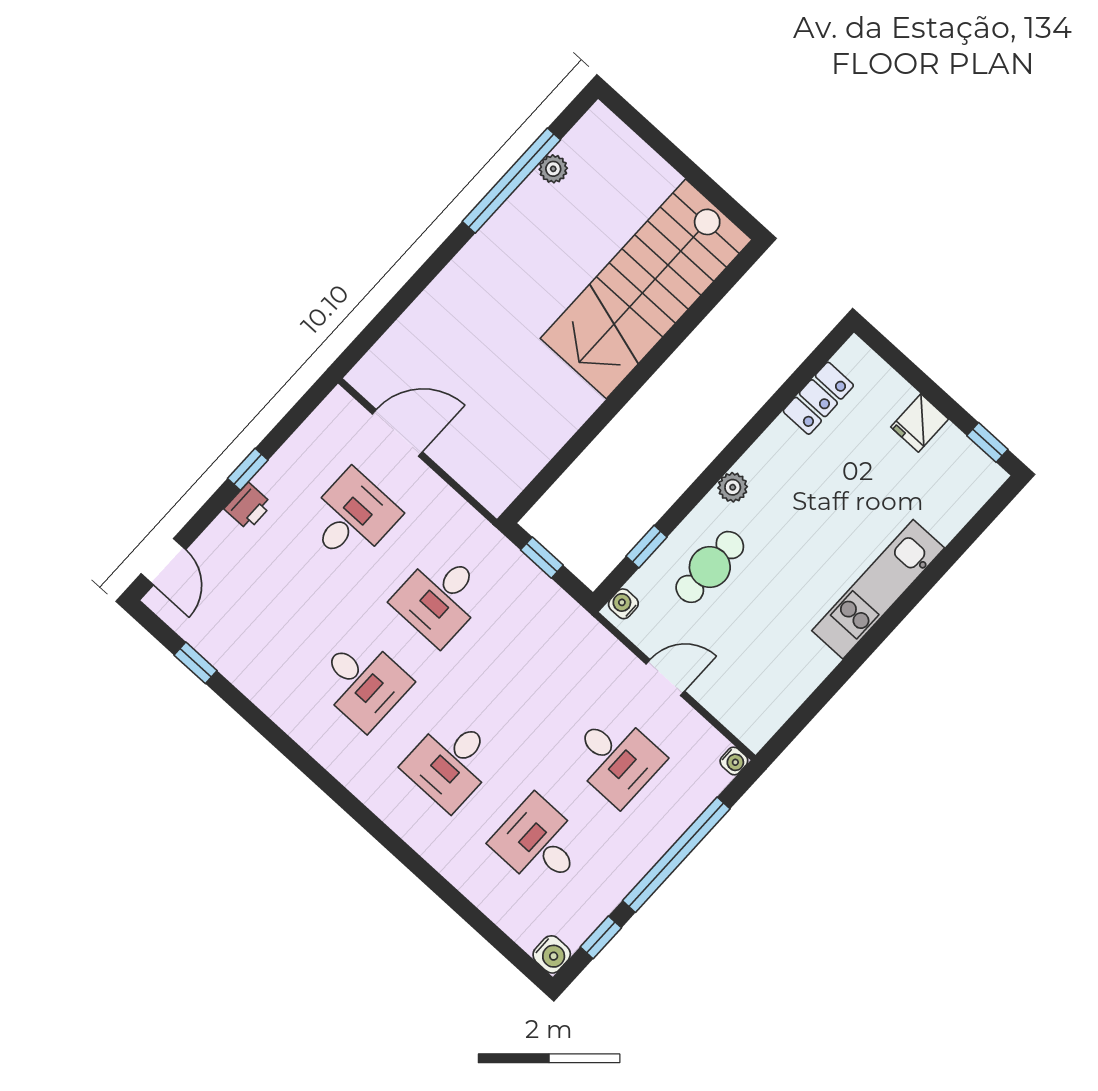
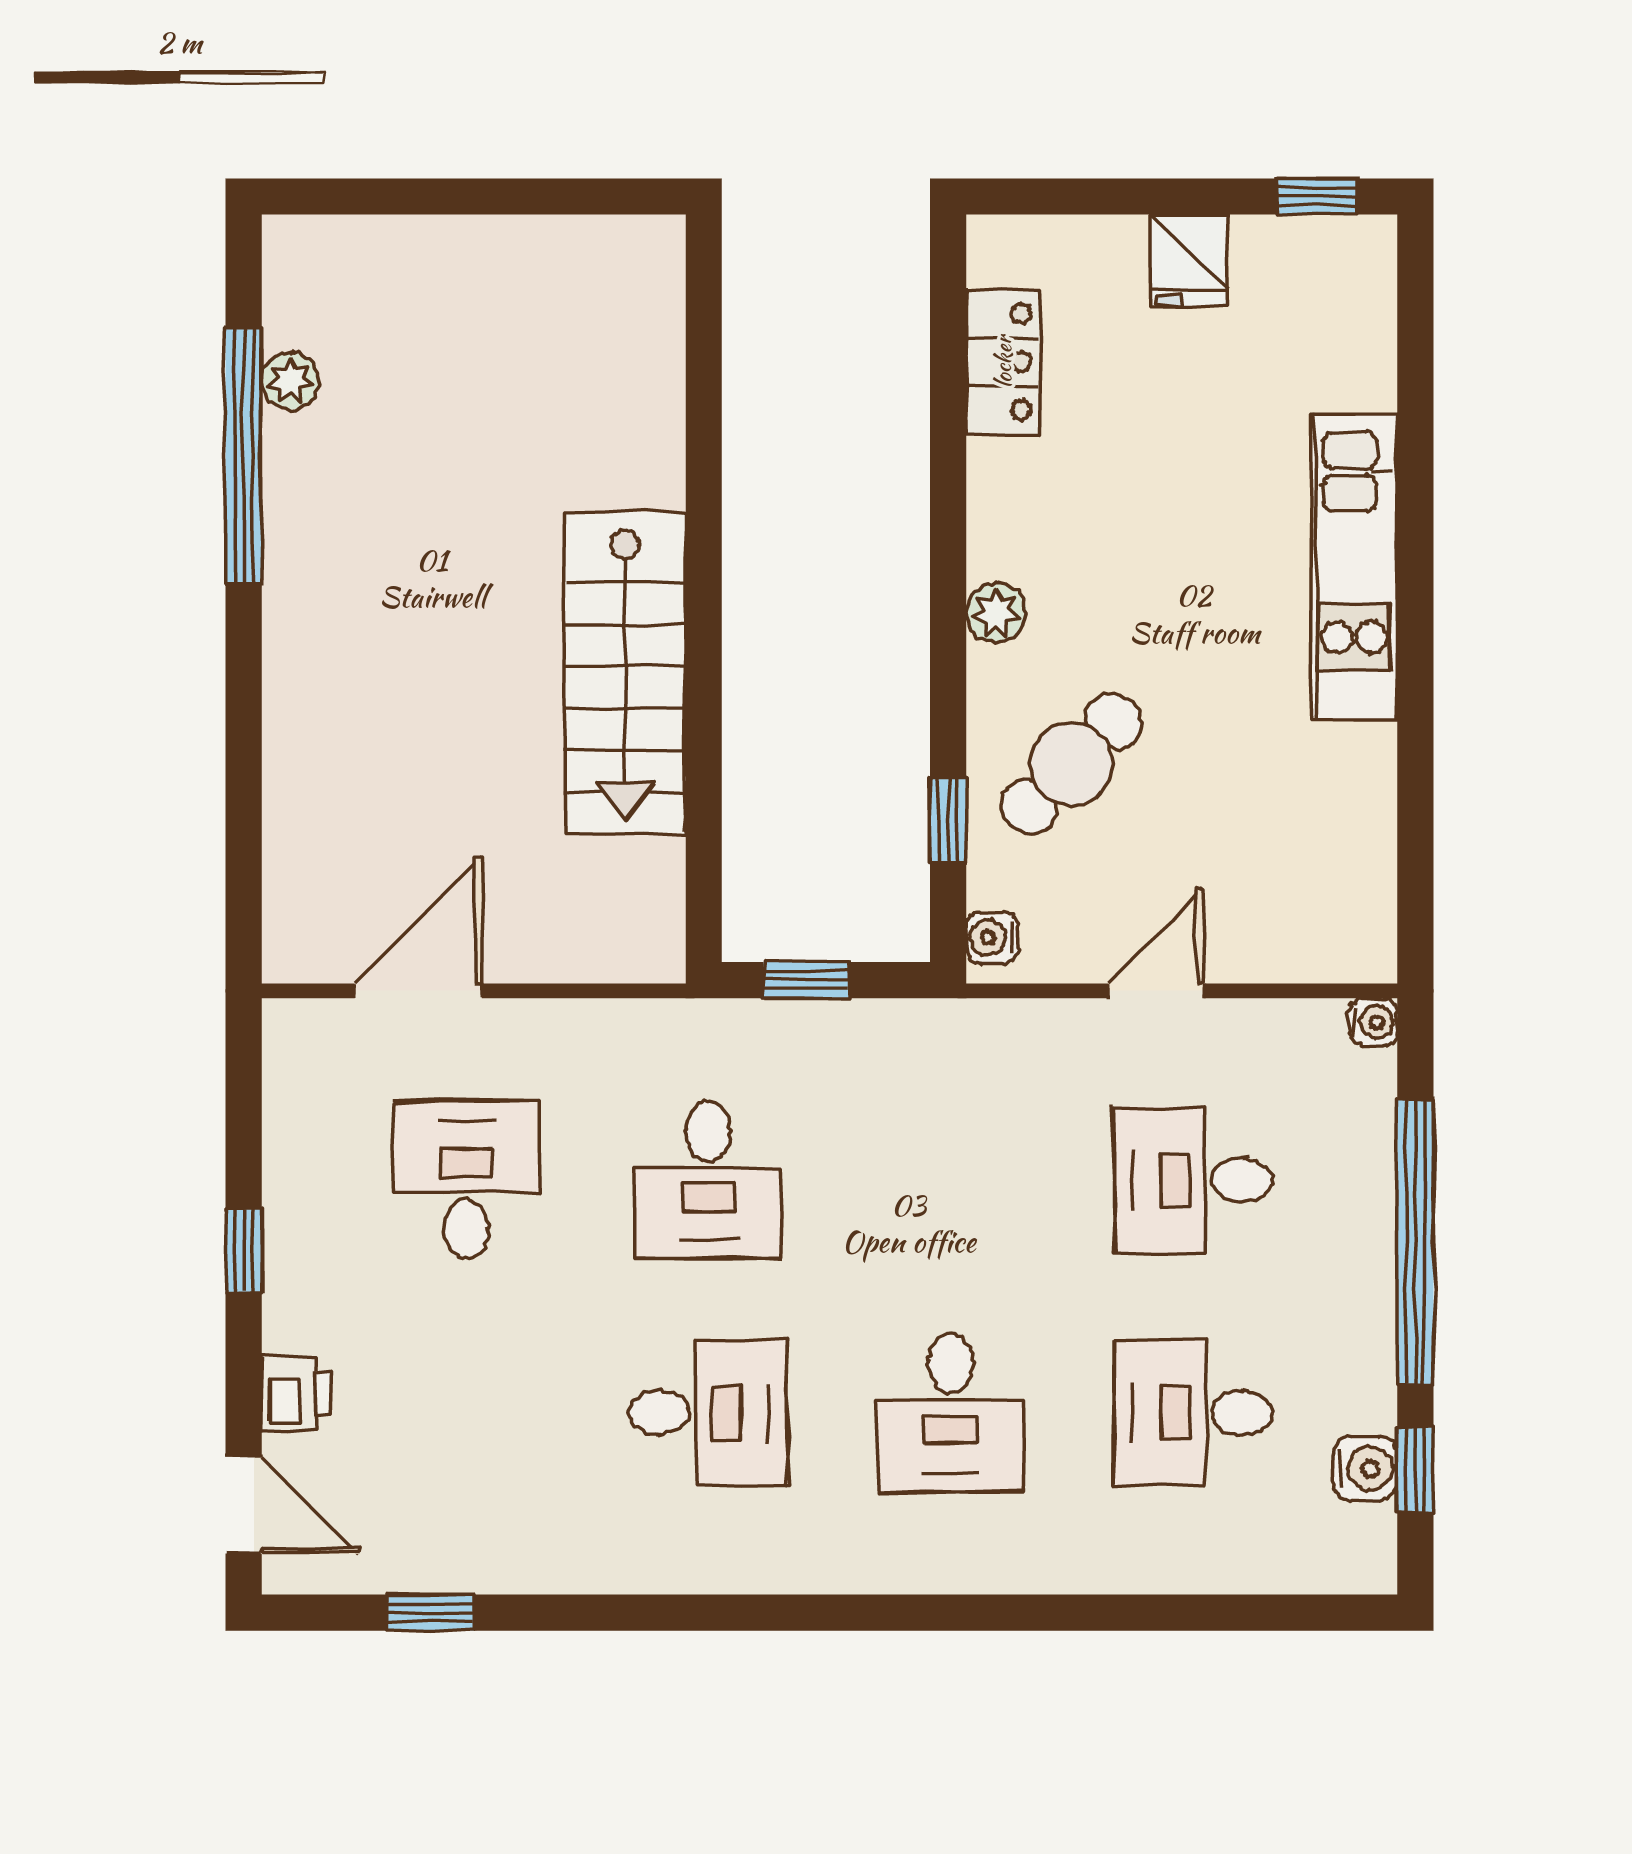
stairs: (646, 289) -> (625, 673), moved, width x0.73, depth x0.66
printer: (248, 506) -> (295, 1394), moved
cafe table: (710, 567) -> (1071, 764), turned 45
desk: (616, 759) -> (1193, 1180), turned 180
water cooler: (552, 954) -> (1365, 1469), moved

